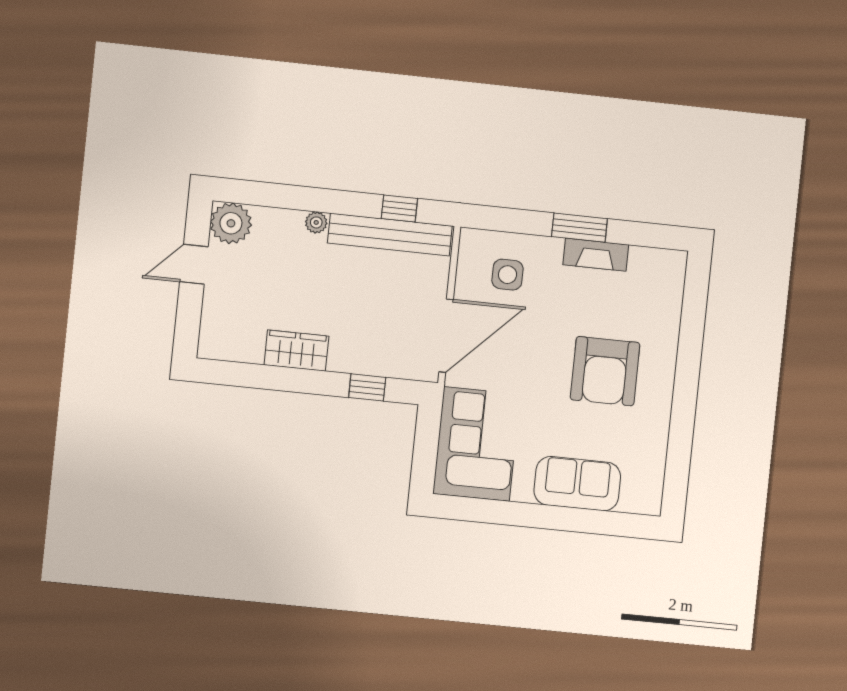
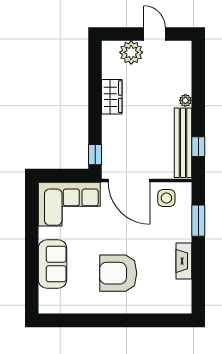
plant: (231, 223) -> (131, 52), moved
window: (579, 228) -> (198, 221), moved
side table: (507, 275) -> (166, 198), moved
window: (367, 387) -> (95, 155), moved

